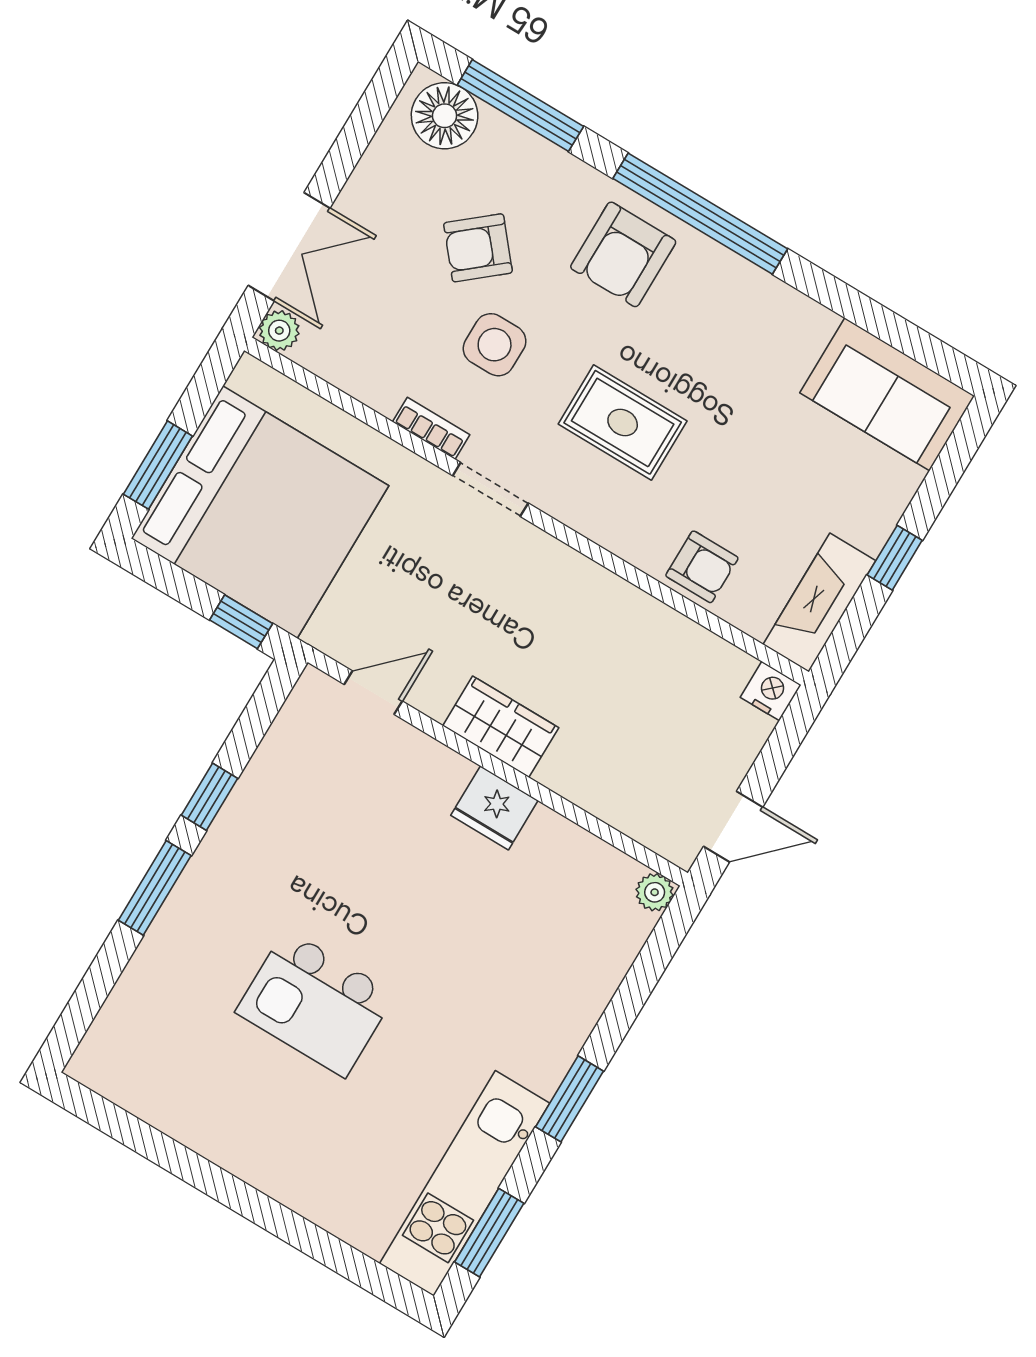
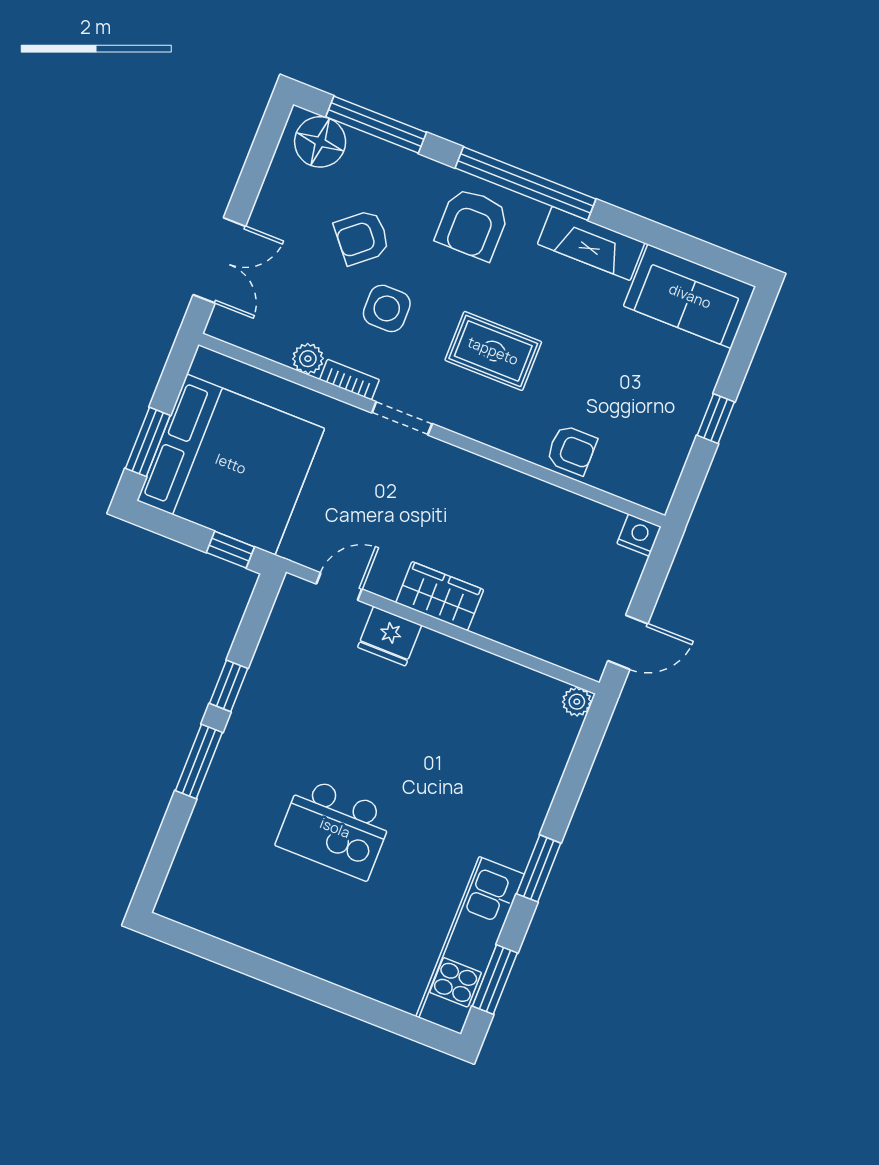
plant: (279, 331) -> (308, 359), moved
fireplace: (819, 603) -> (591, 243), moved, turned -90
fridge: (494, 808) -> (390, 636), moved

